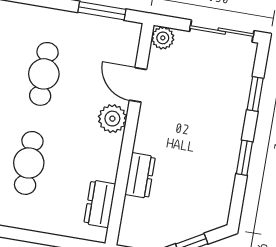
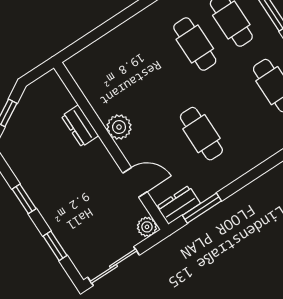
plant: (112, 119) -> (119, 127), moved
cafe table: (29, 163) -> (158, 68), removed
dresser: (100, 204) -> (179, 205), moved, turned -90

